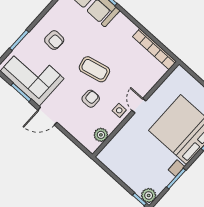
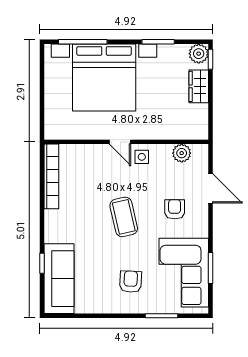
armchair: (91, 99) -> (175, 209), moved, turned 90
door: (139, 106) -> (120, 142), hinge flipped
door: (47, 116) -> (210, 188), moved
wardrobe: (130, 179) -> (199, 86), added

